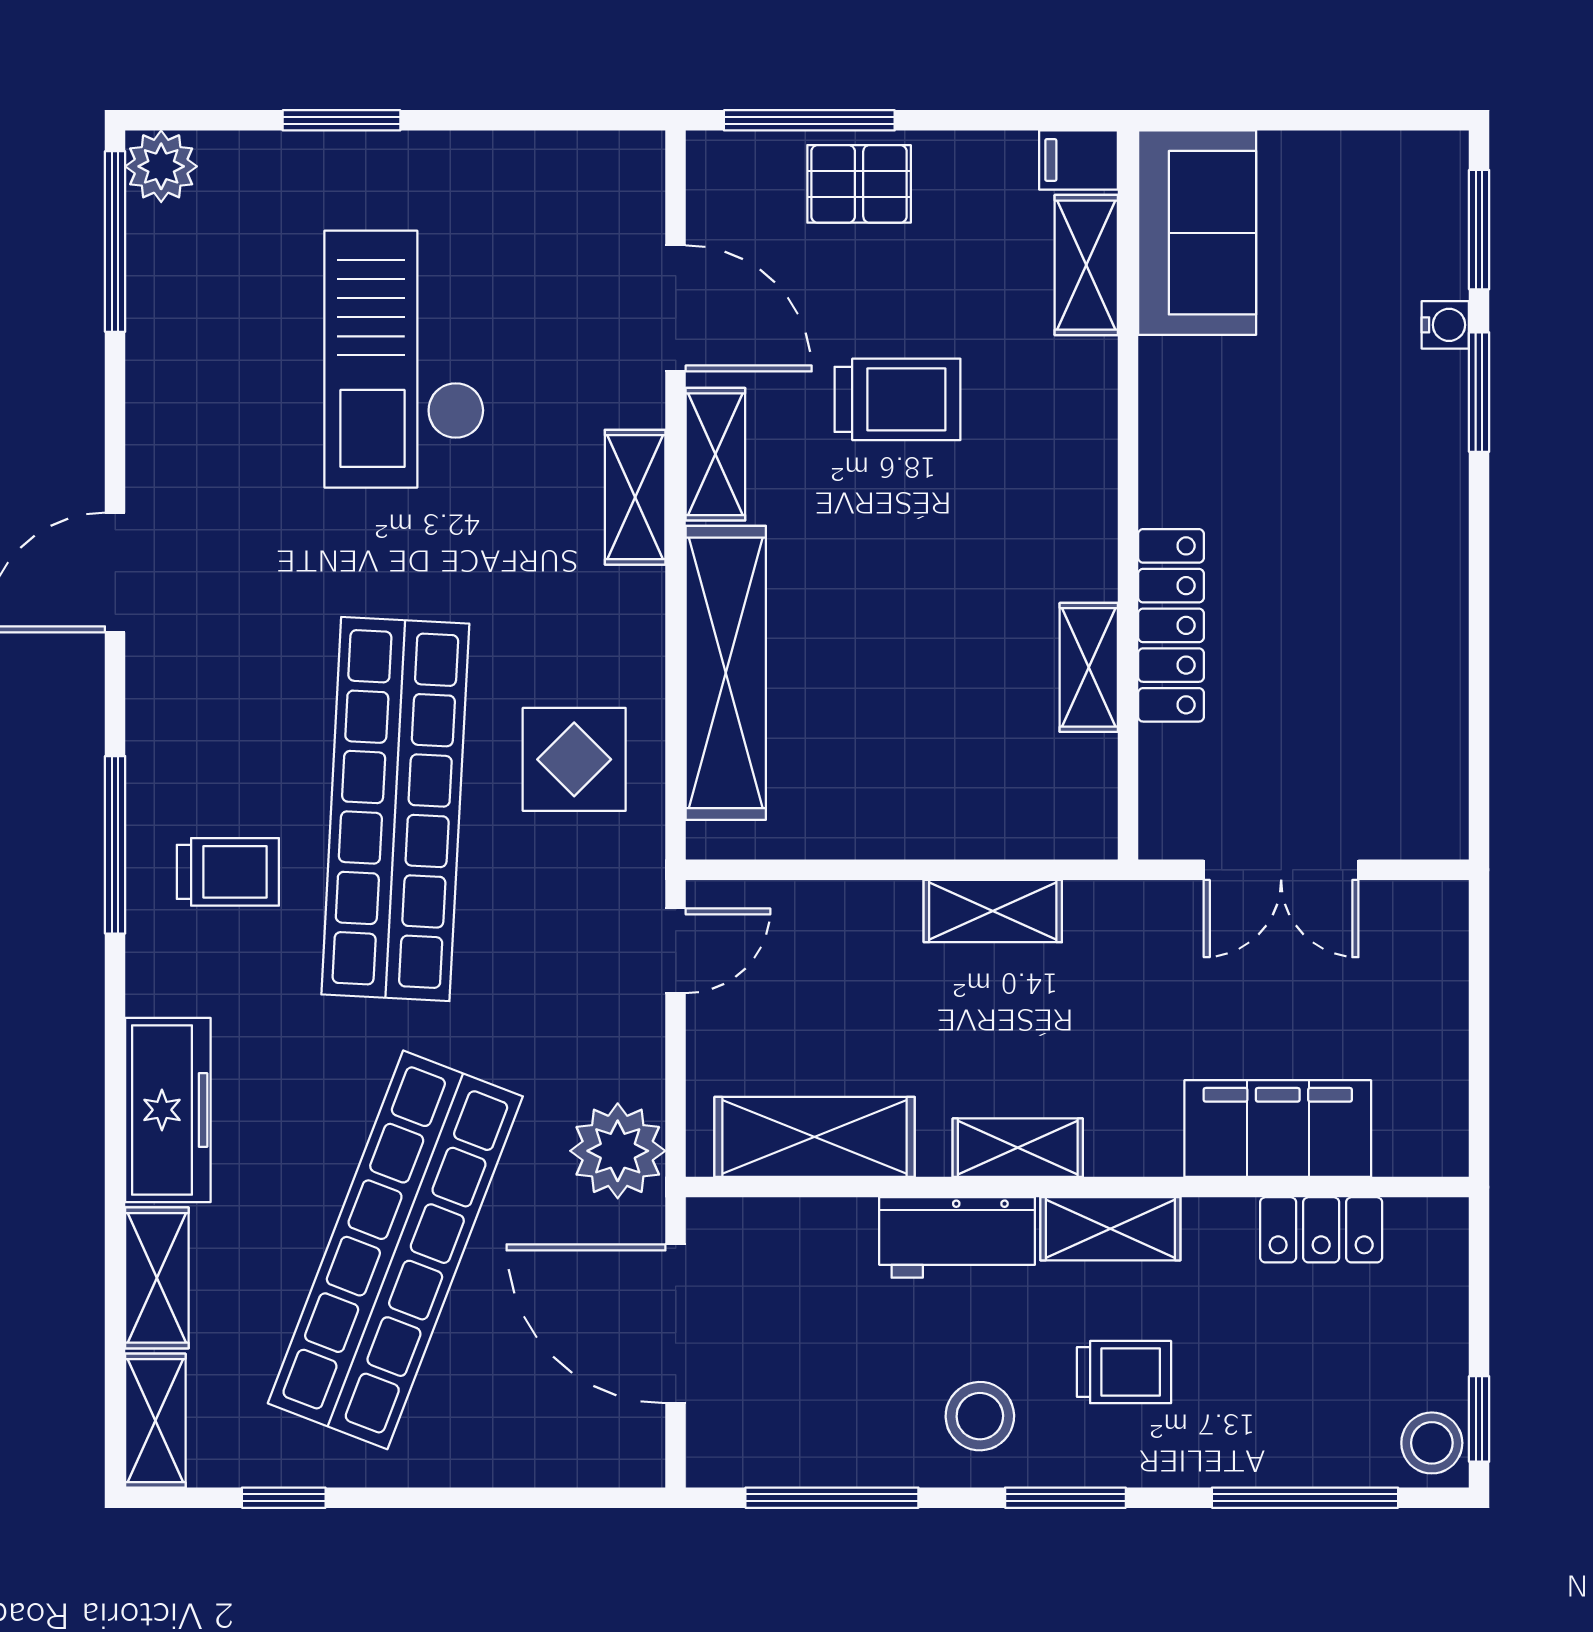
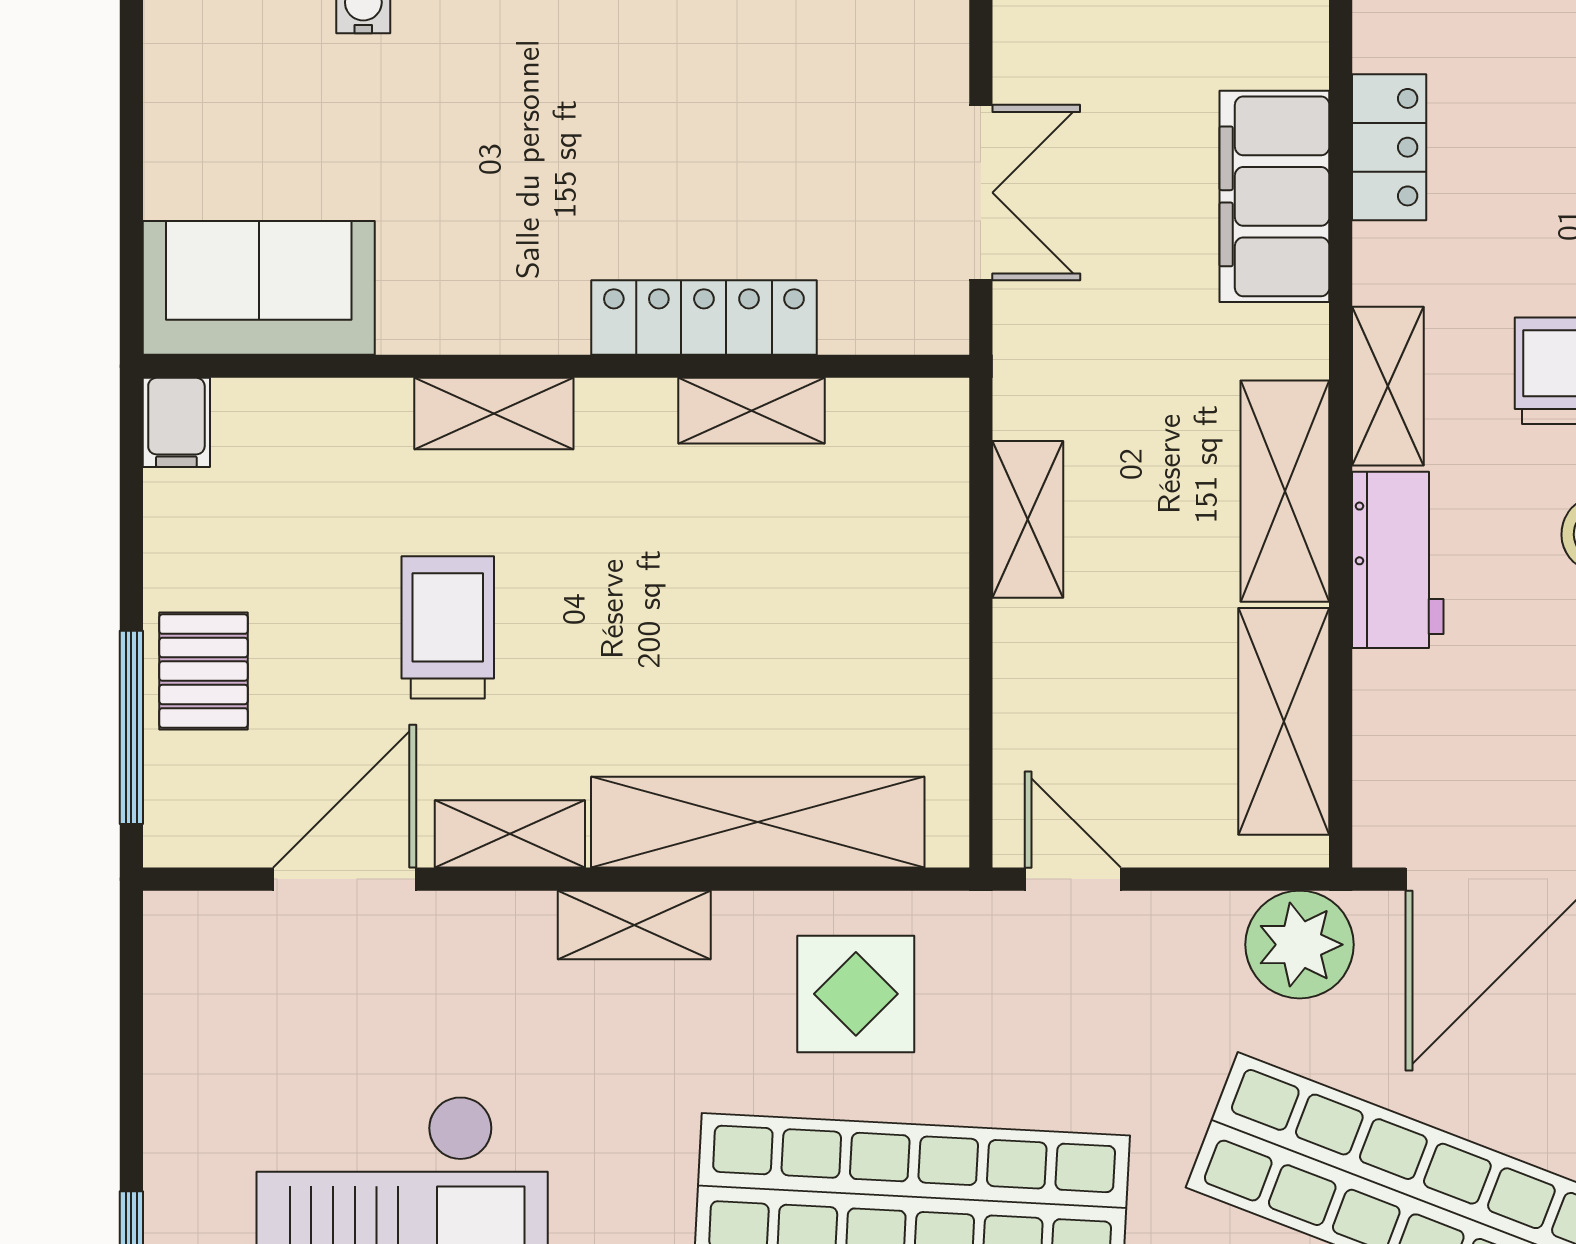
shelving: (1086, 265) -> (494, 413), moved
shelving: (635, 497) -> (634, 925), moved
shelving: (1018, 1148) -> (1285, 491), width x1.50, depth x1.33

